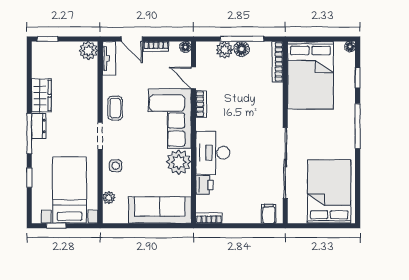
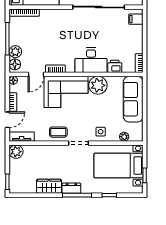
floor lamp: (242, 49) -> (15, 64), moved

